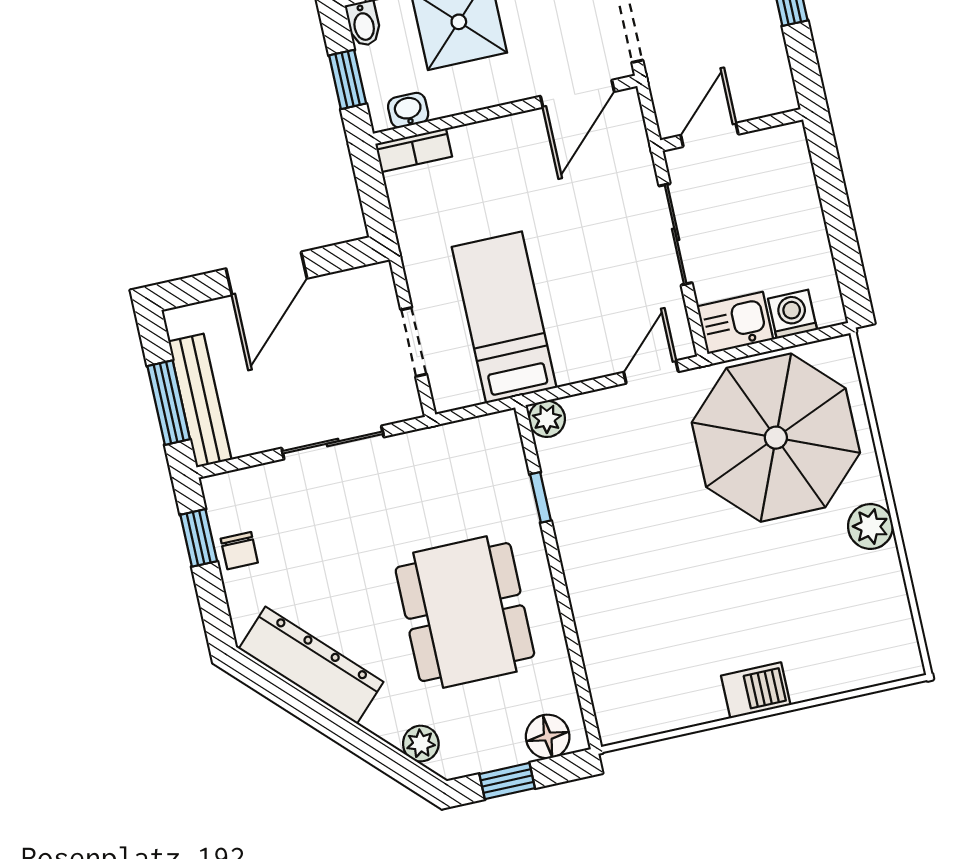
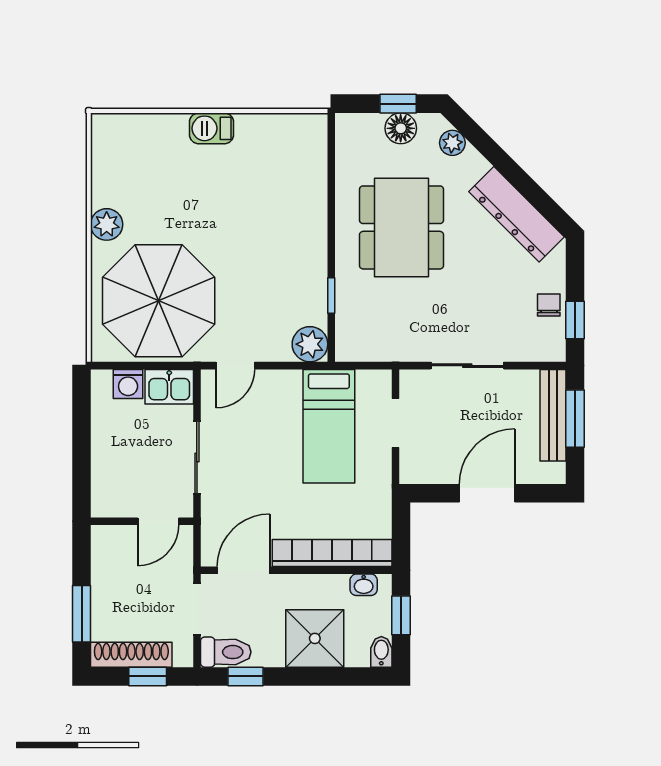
bookcase: (414, 150) -> (332, 553), width x2.31, depth x1.31
plant: (547, 419) -> (310, 344), width x1.38, depth x1.38
floor lamp: (548, 737) -> (401, 128), moved

